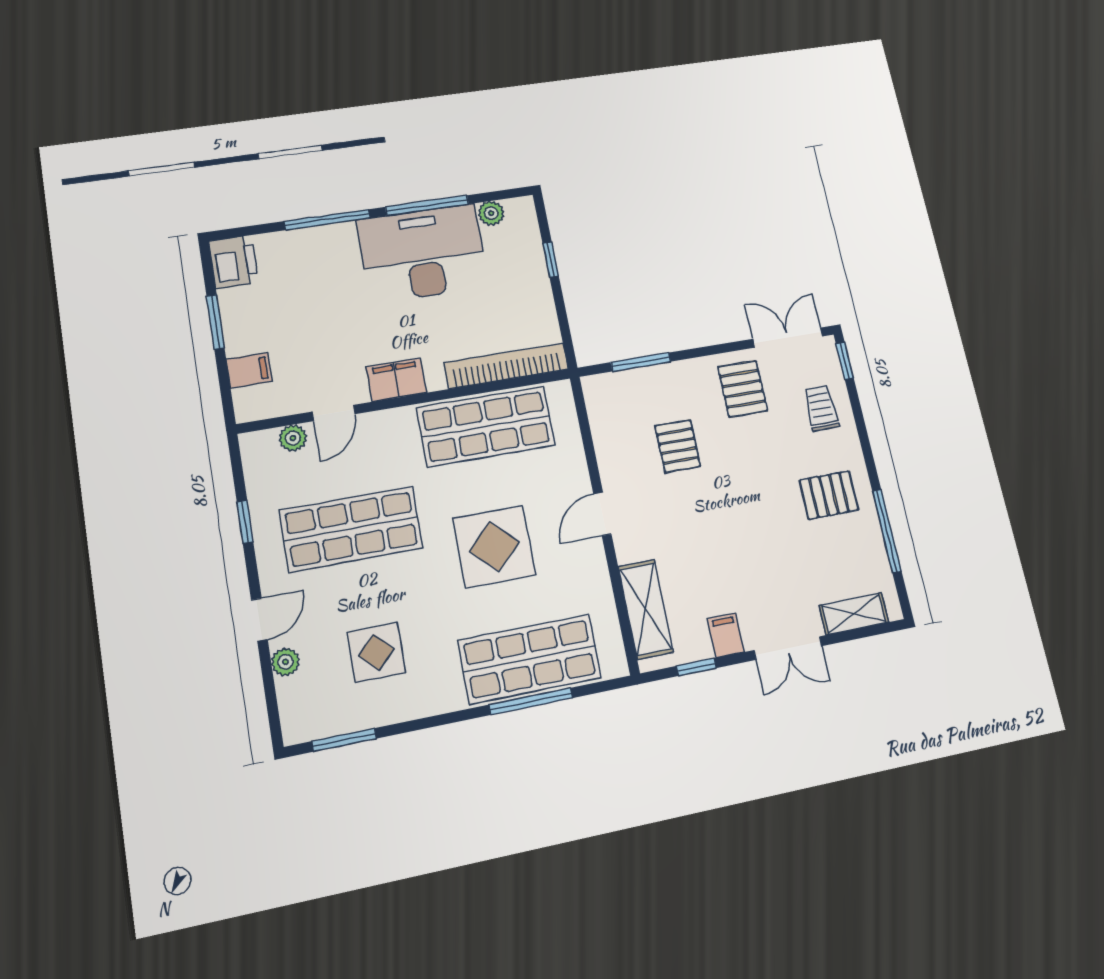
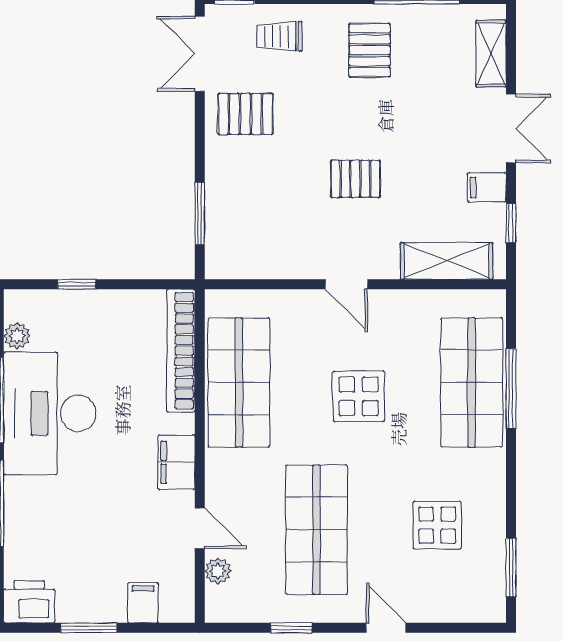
pallet: (678, 446) -> (355, 179), moved
display table: (494, 546) -> (359, 396), width x0.73, depth x0.73
plant: (286, 662) -> (430, 610), removed

